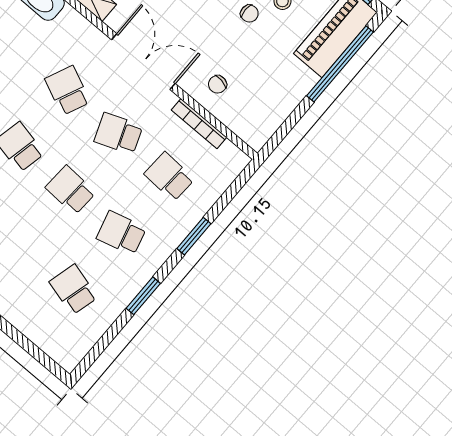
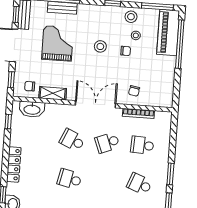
school desk: (71, 190) -> (104, 182), removed
school desk: (121, 233) -> (139, 184), turned 36
window: (194, 236) -> (170, 174), moved

